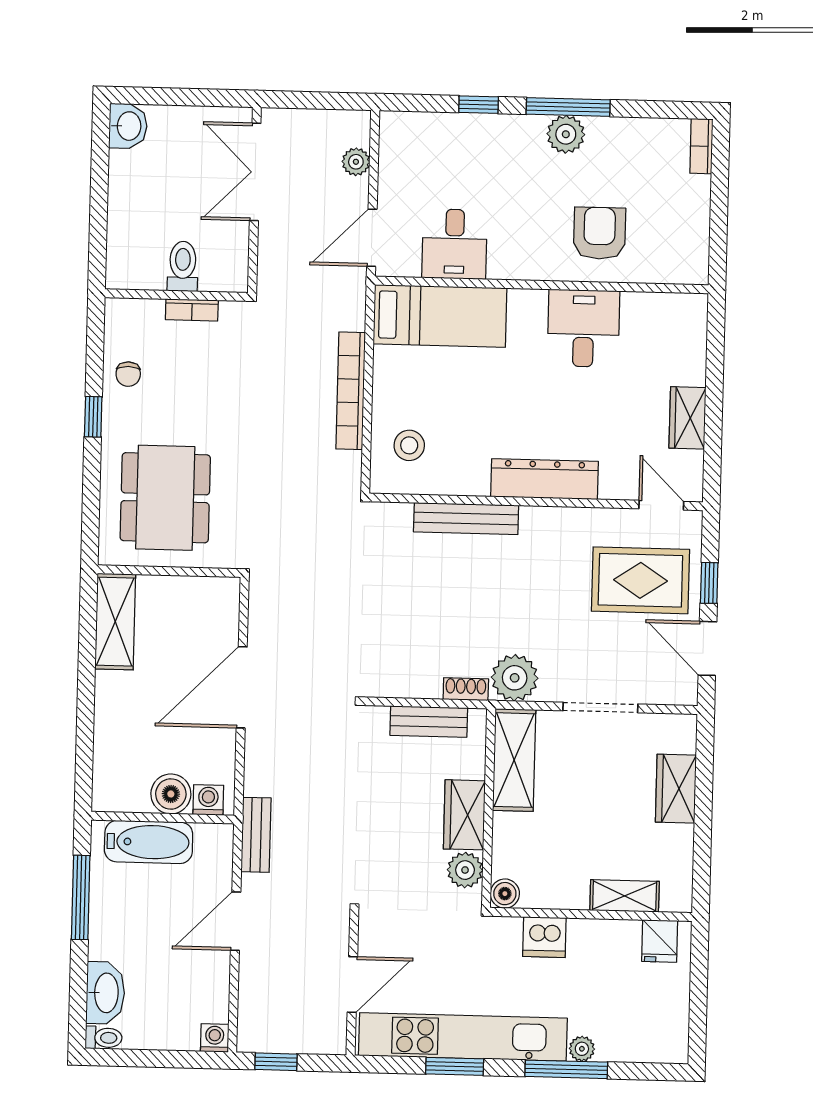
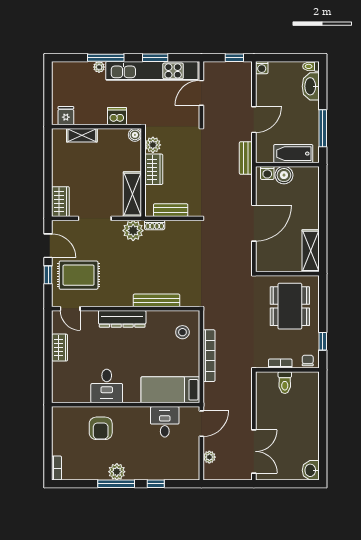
toilet: (183, 266) -> (285, 383), moved
wall: (176, 295) -> (287, 370), moved
bookcase: (192, 310) -> (280, 363), moved
wardrobe: (676, 789) -> (60, 202), moved

